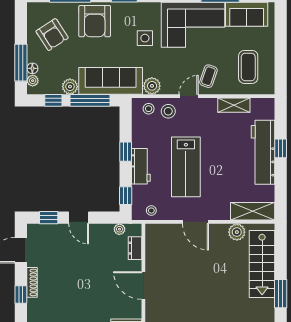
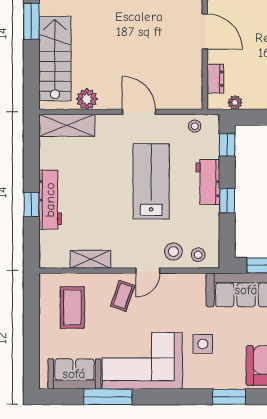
plant: (152, 86) -> (194, 284), removed
workbench: (263, 152) -> (50, 200), width x0.73, depth x0.76

